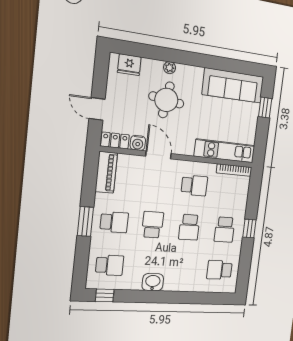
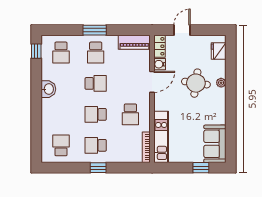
sofa: (233, 86) -> (215, 144), width x0.73

